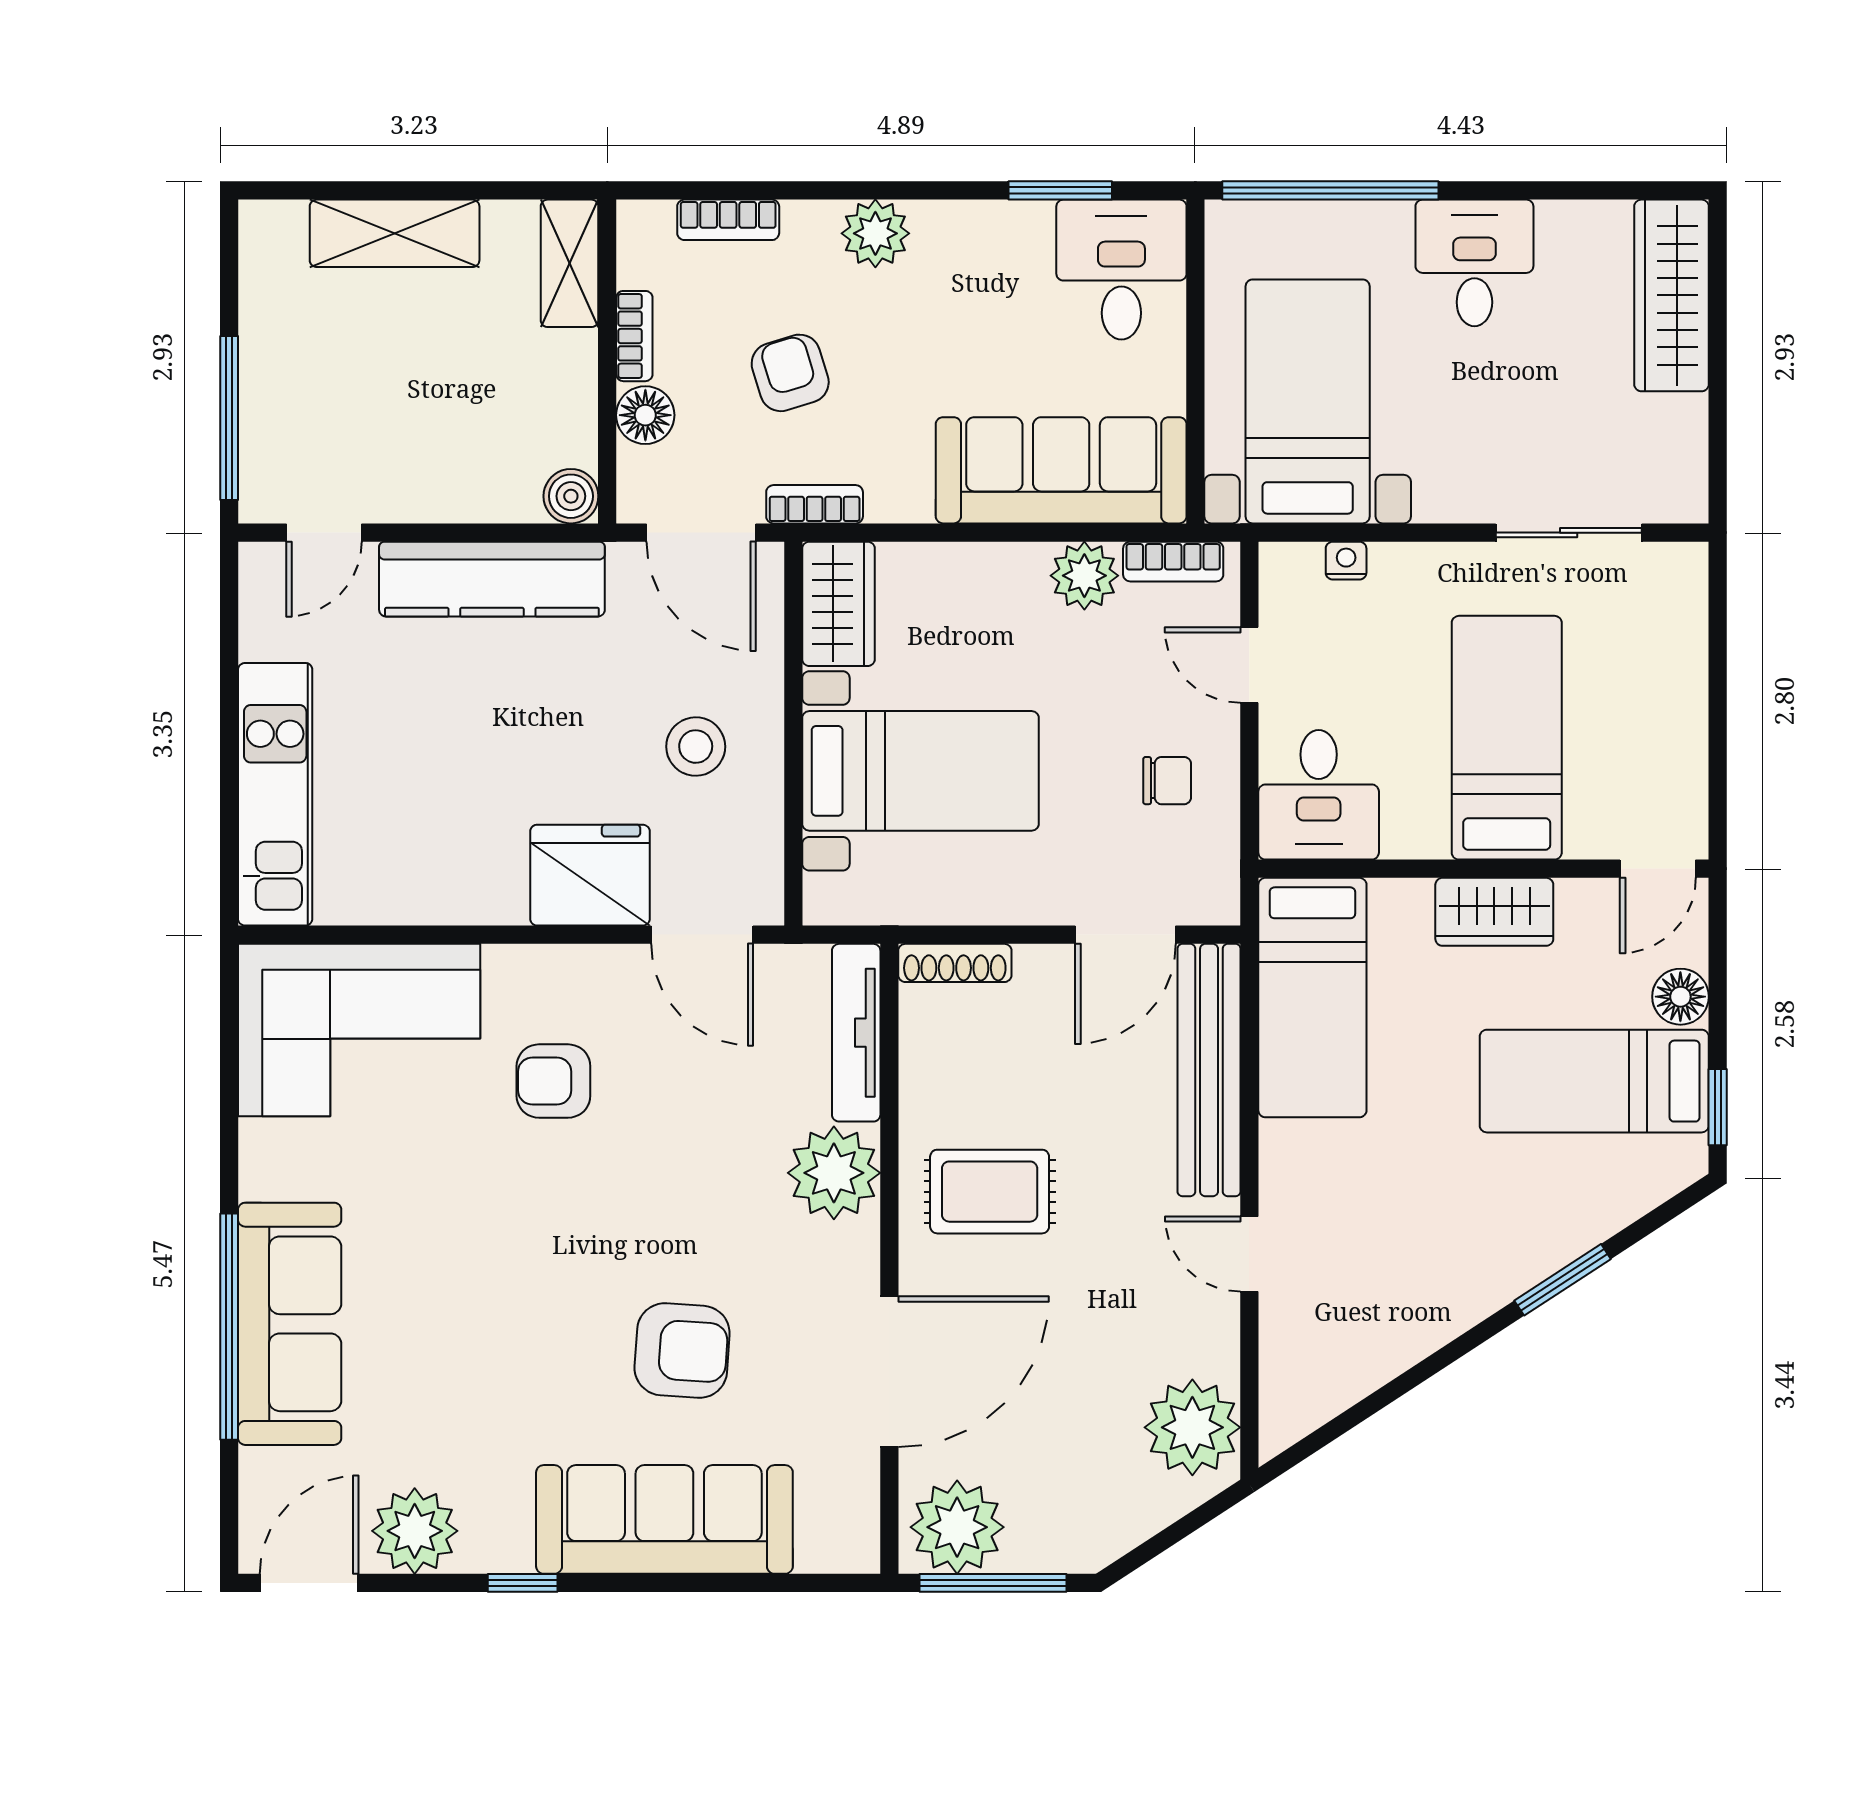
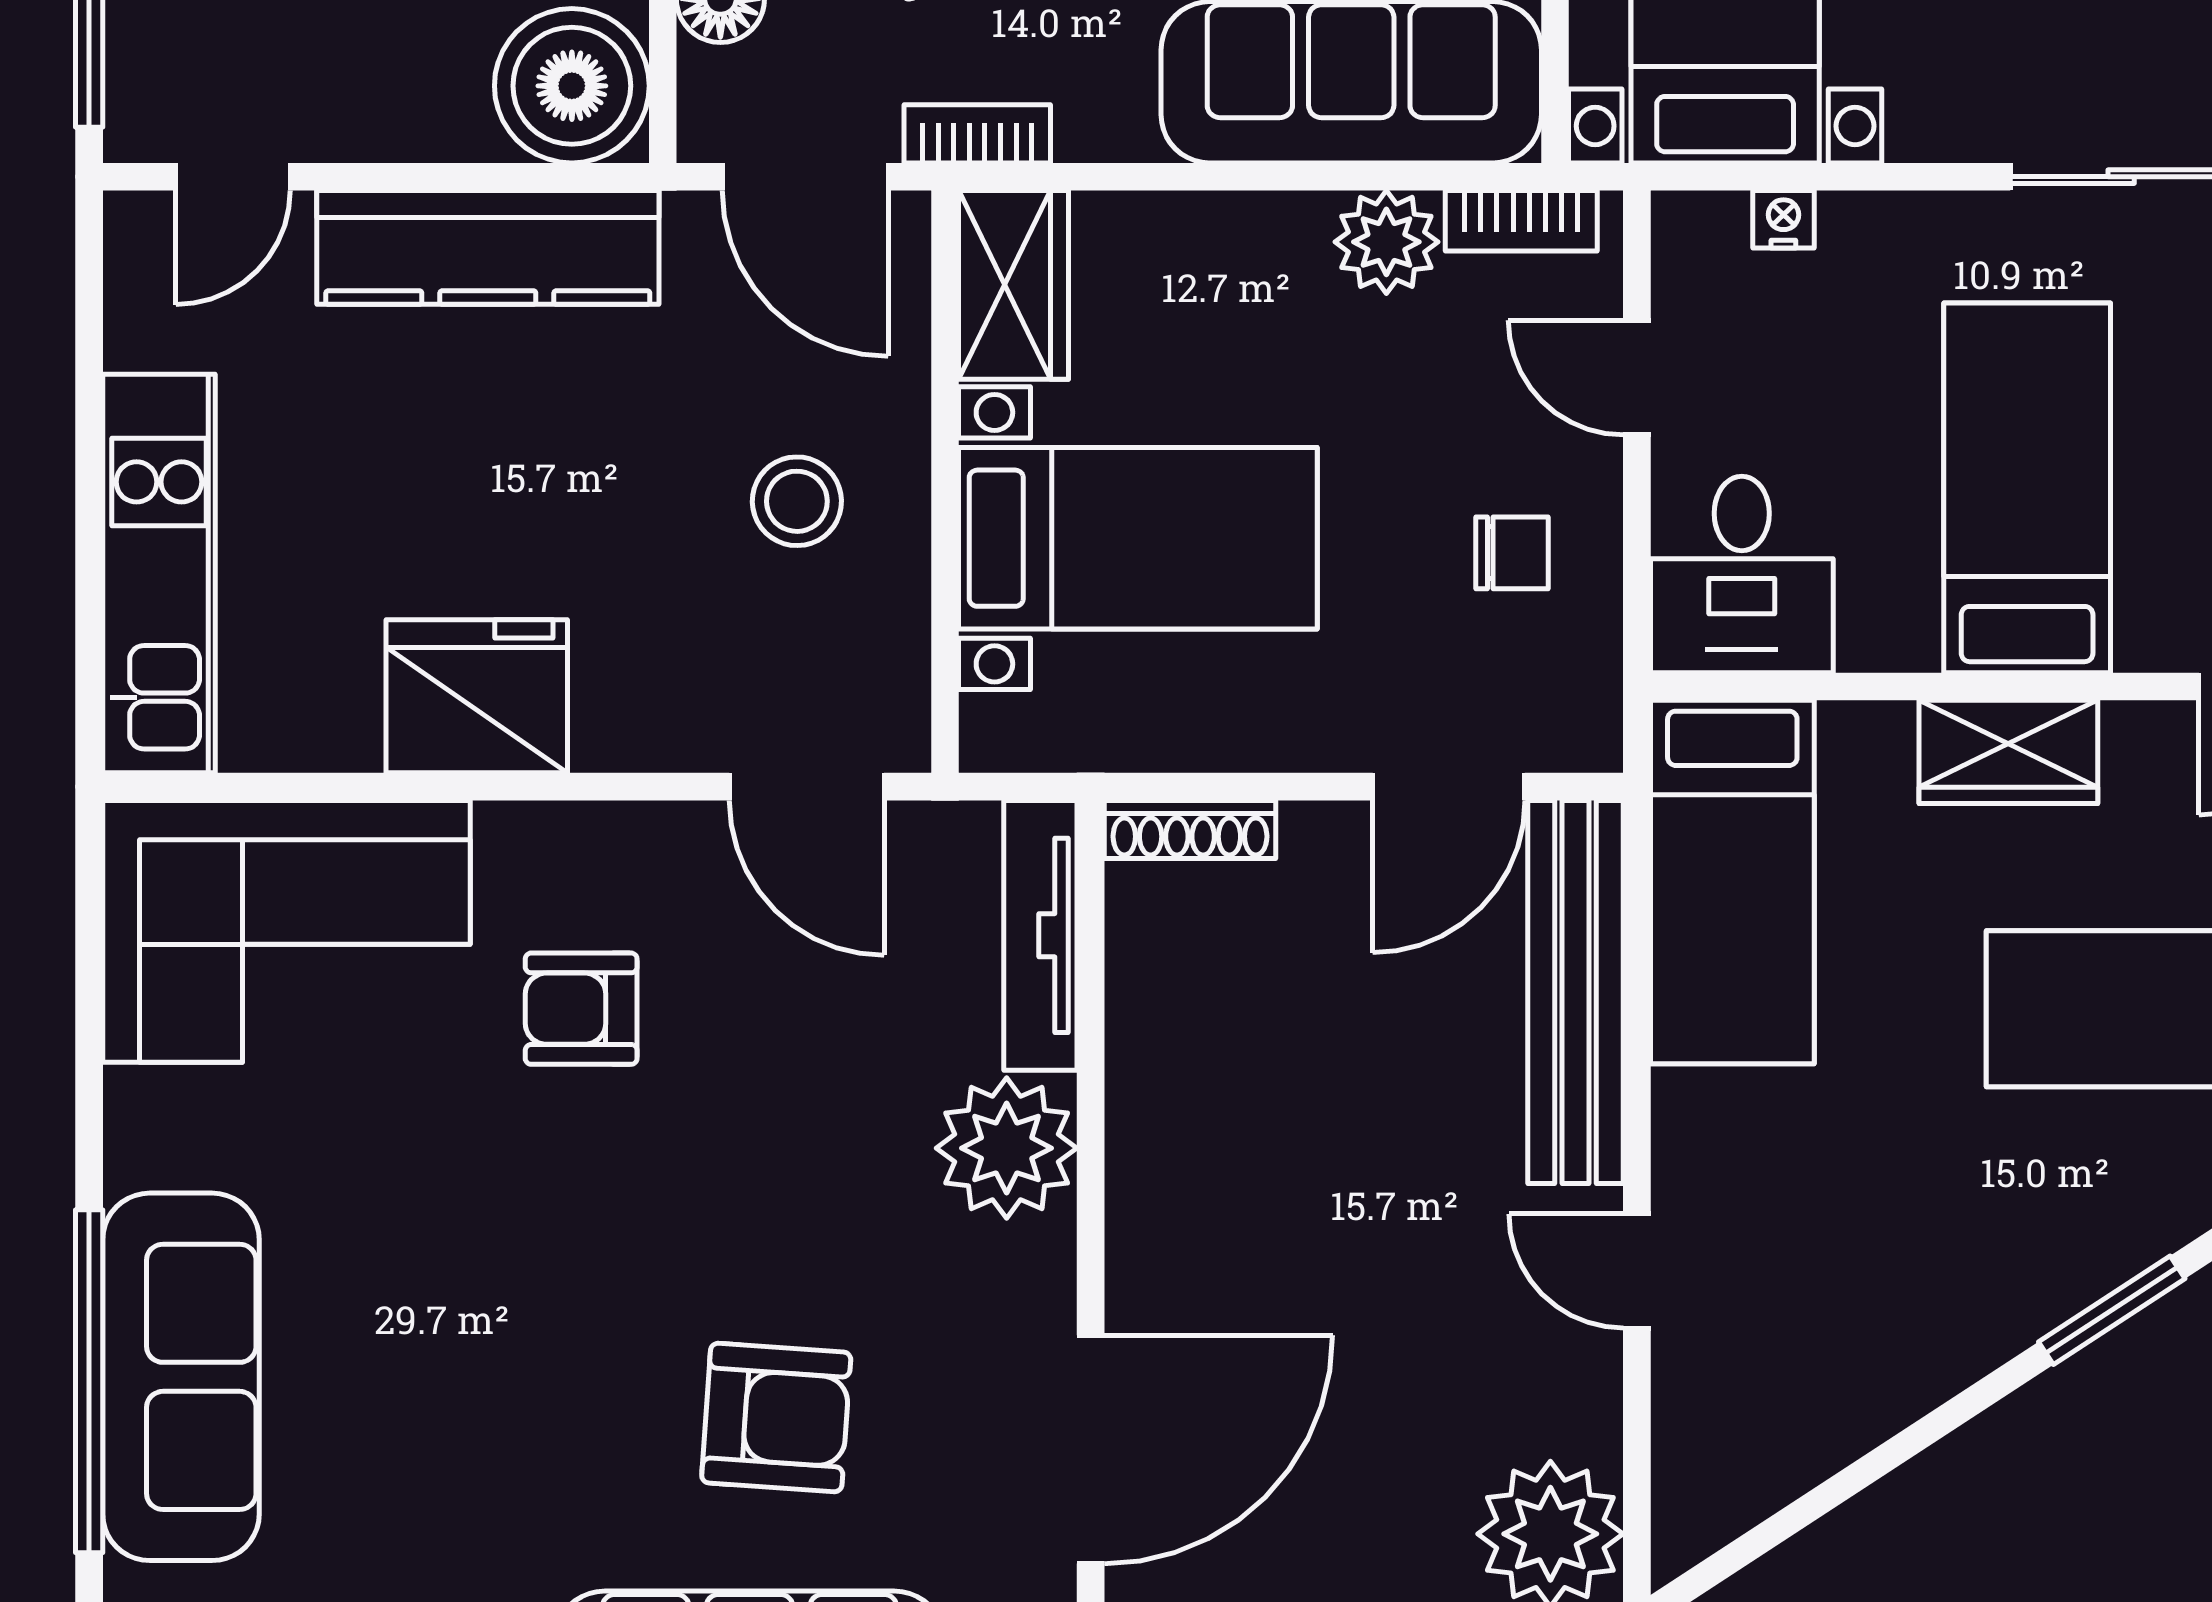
boiler: (571, 496) -> (572, 86), width x1.86, depth x1.86
fridge: (590, 875) -> (477, 696), moved
rug: (990, 1192) -> (1243, 1176), removed

